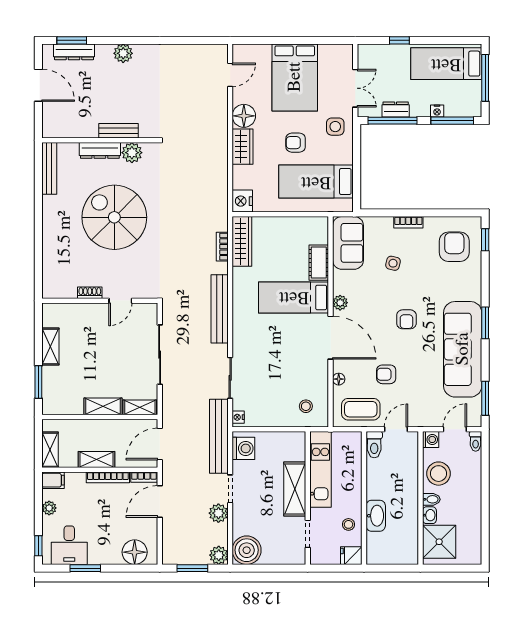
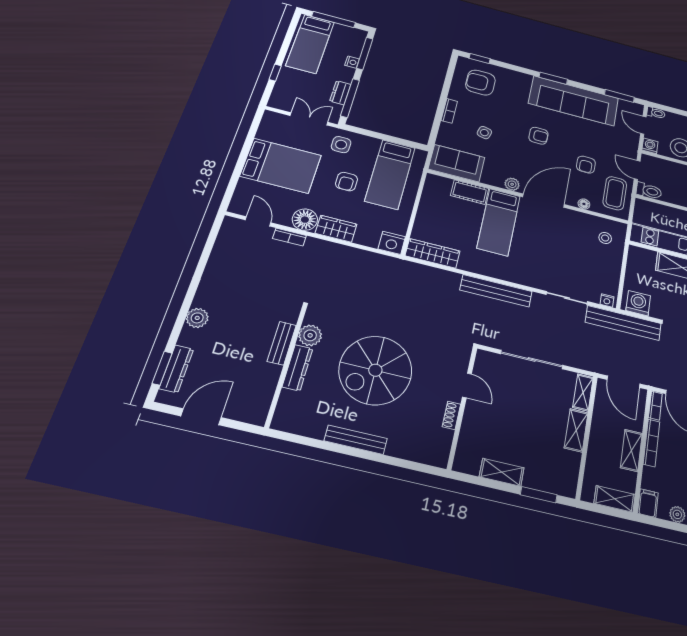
bench: (49, 168) -> (356, 440), moved
bookcase: (222, 247) -> (290, 237), moved

